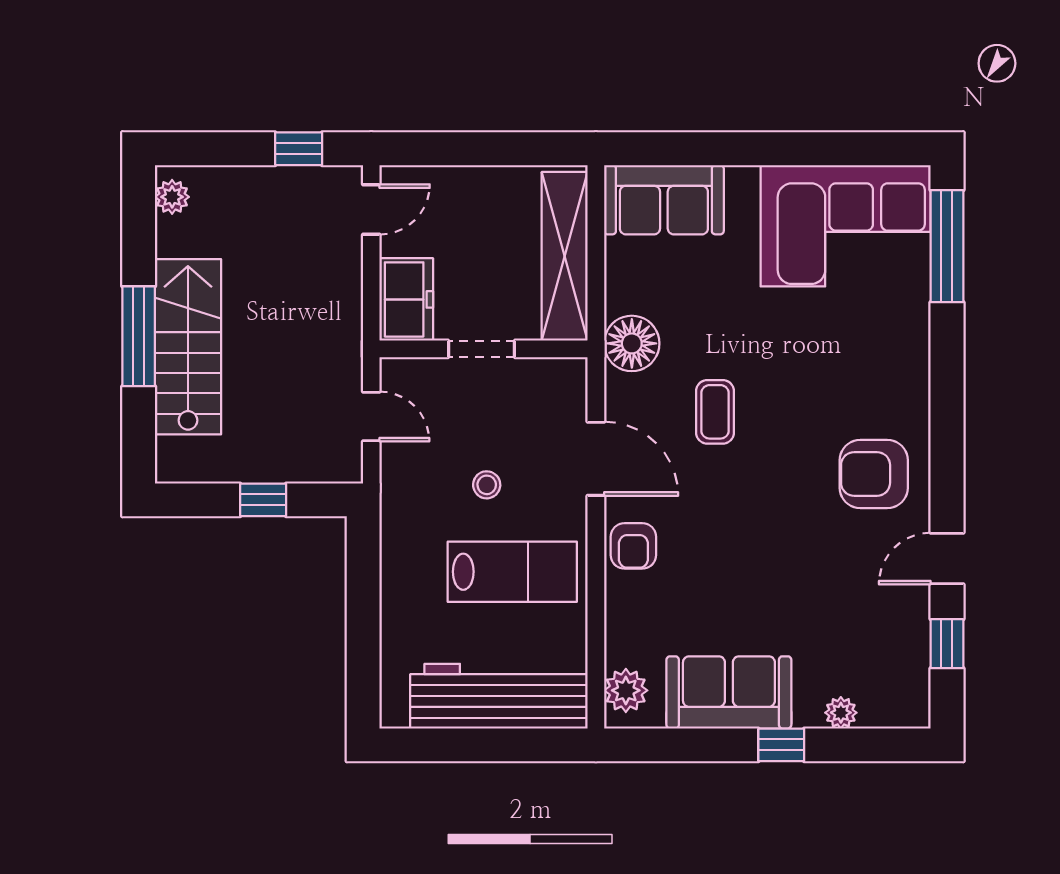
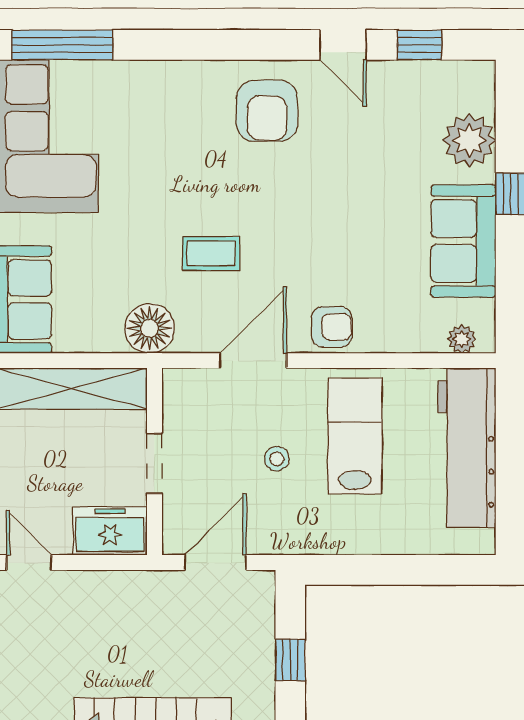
door: (371, 417) -> (215, 563), width x1.38
plant: (626, 690) -> (462, 339), width x0.73, depth x0.73
plant: (841, 713) -> (469, 140), width x1.88, depth x1.88

